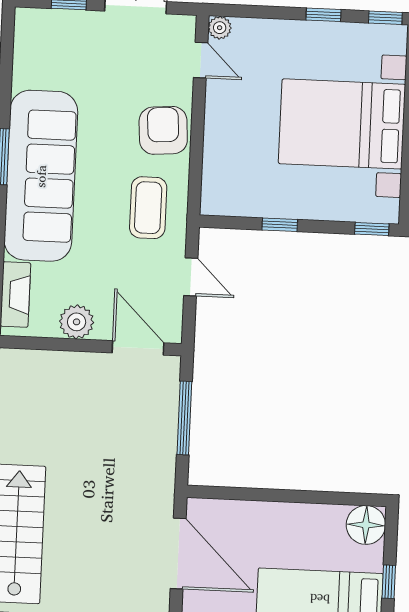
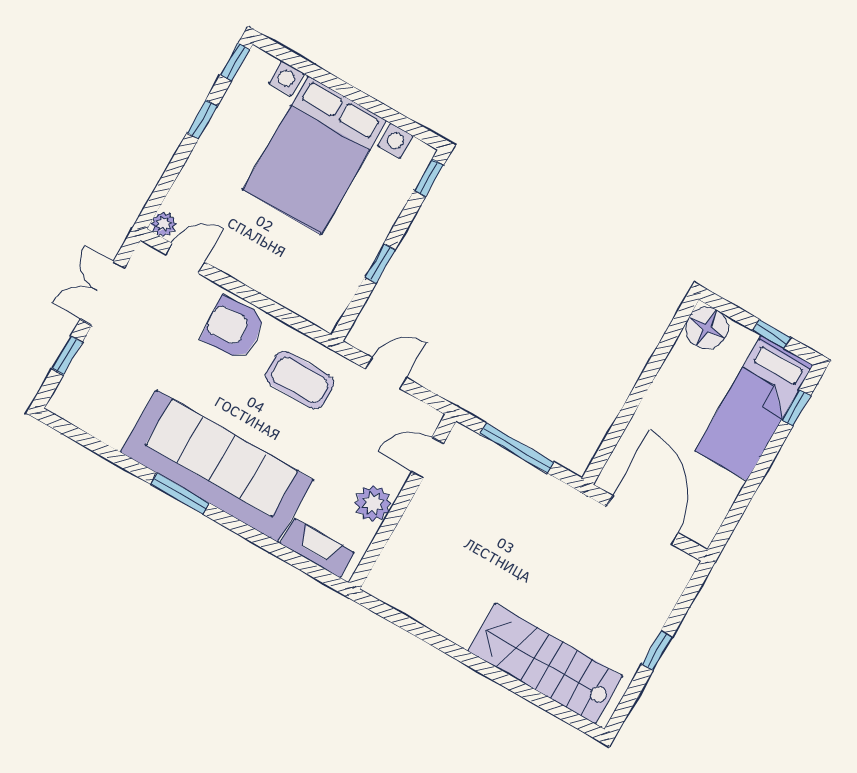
door: (138, 348) -> (428, 458), width x0.73
door: (178, 554) -> (642, 520), hinge flipped

